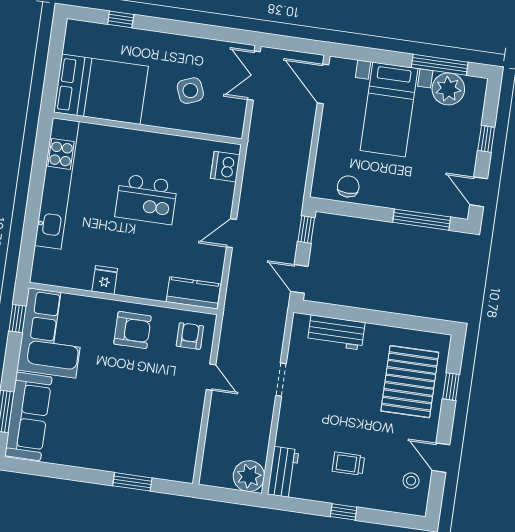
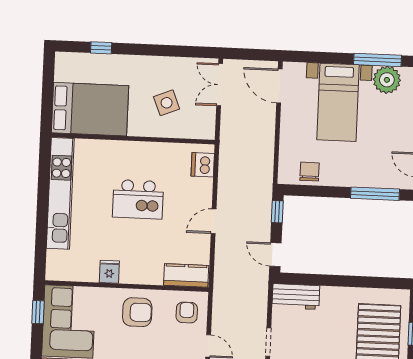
workbench: (336, 332) -> (296, 297), moved

